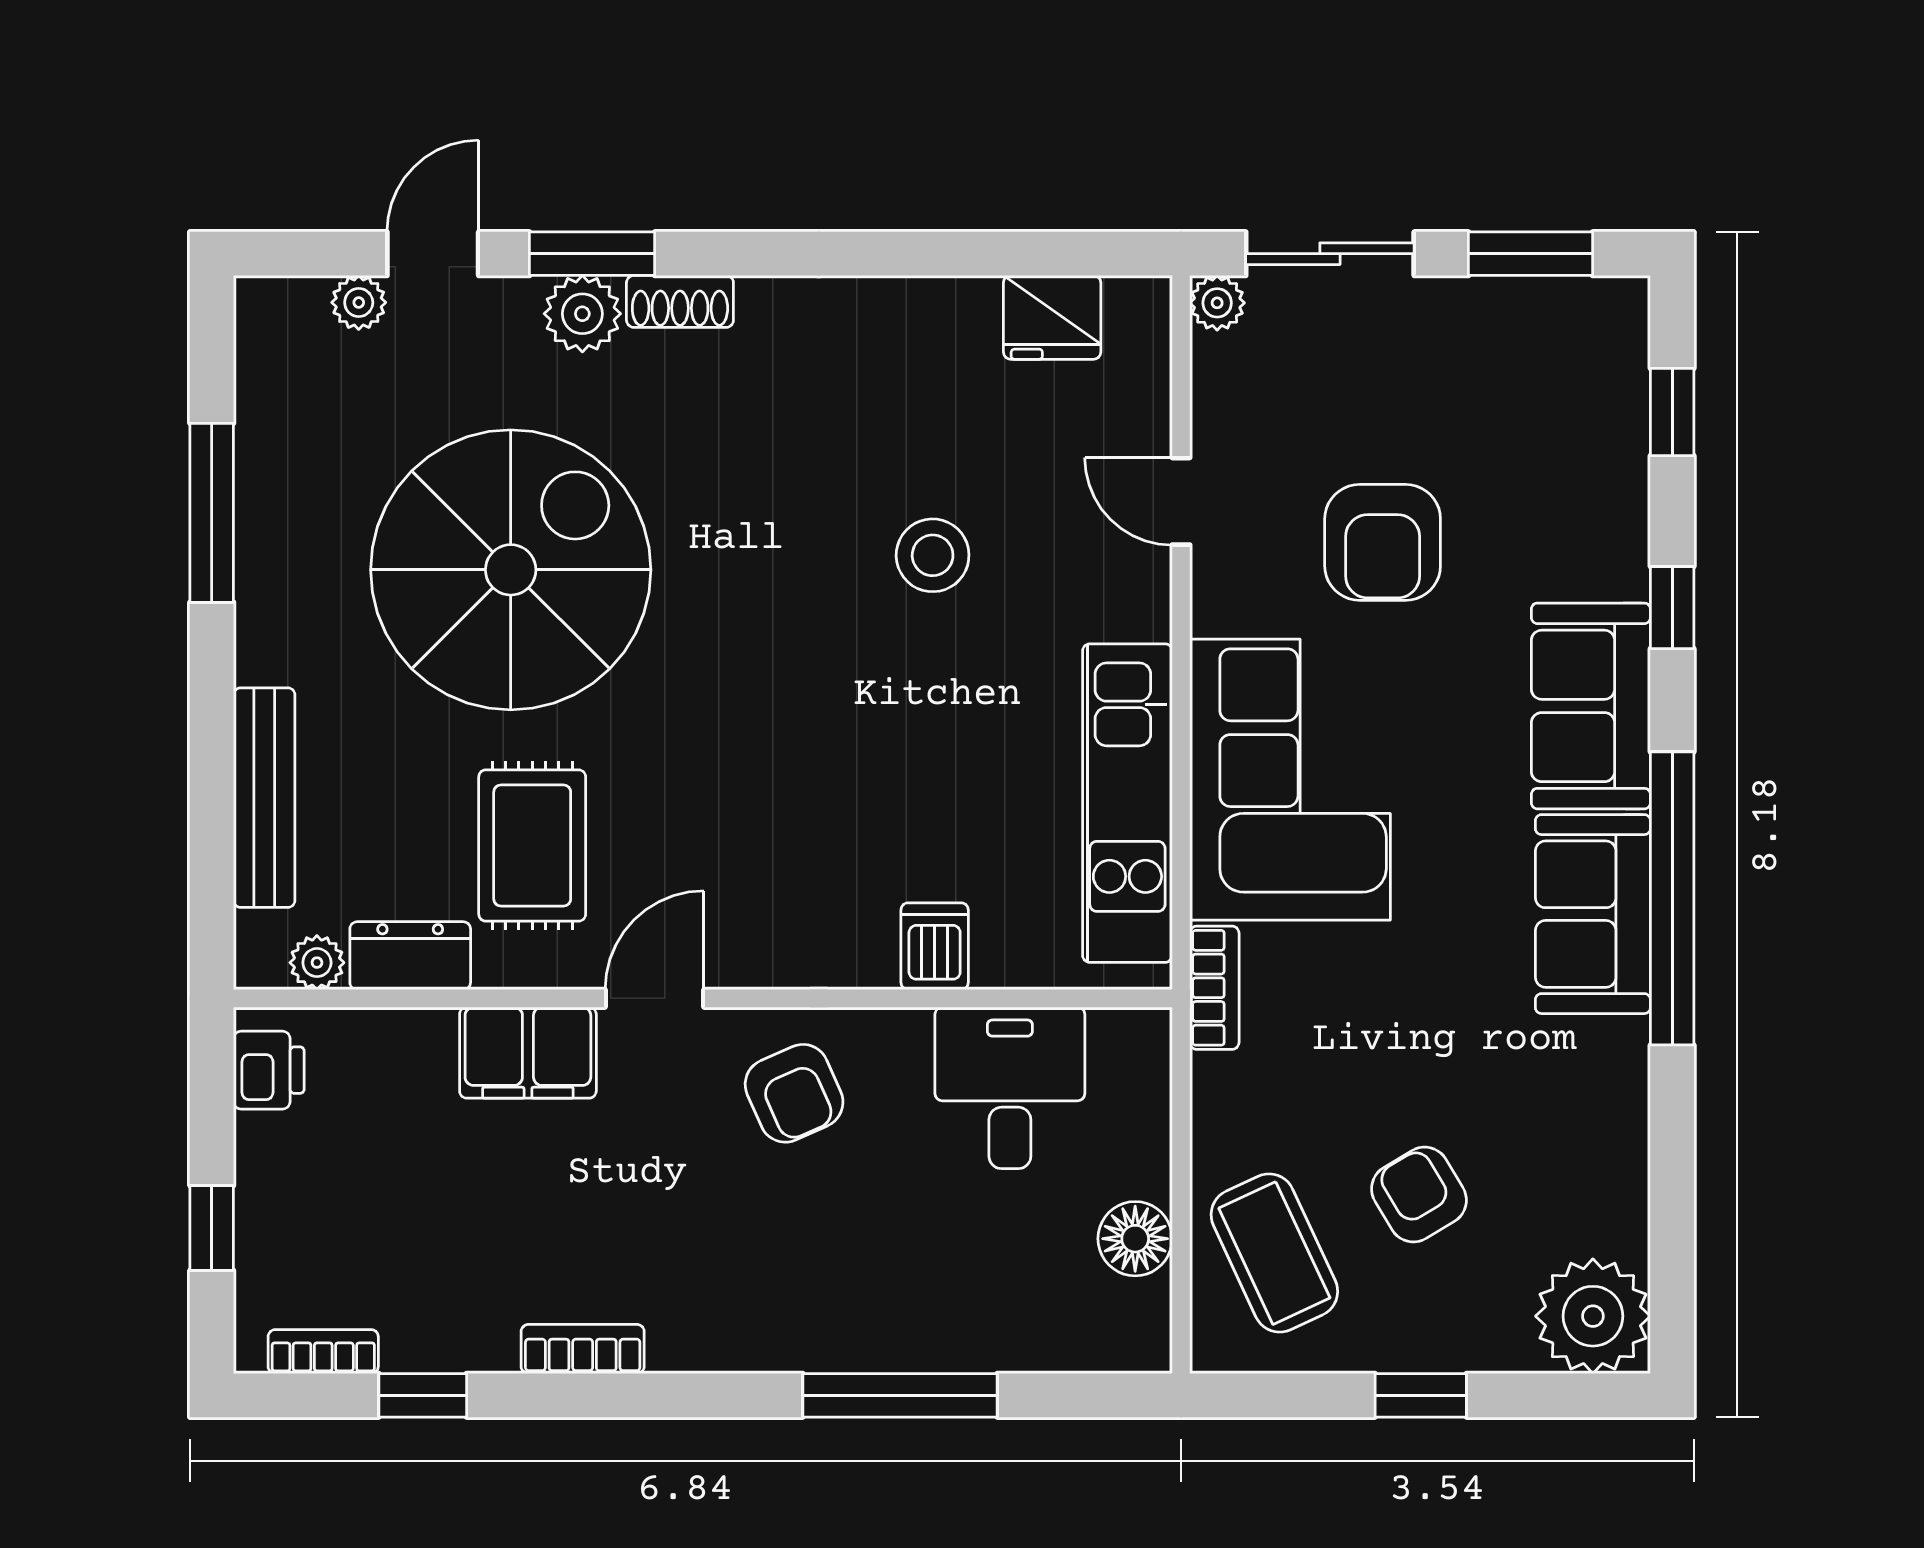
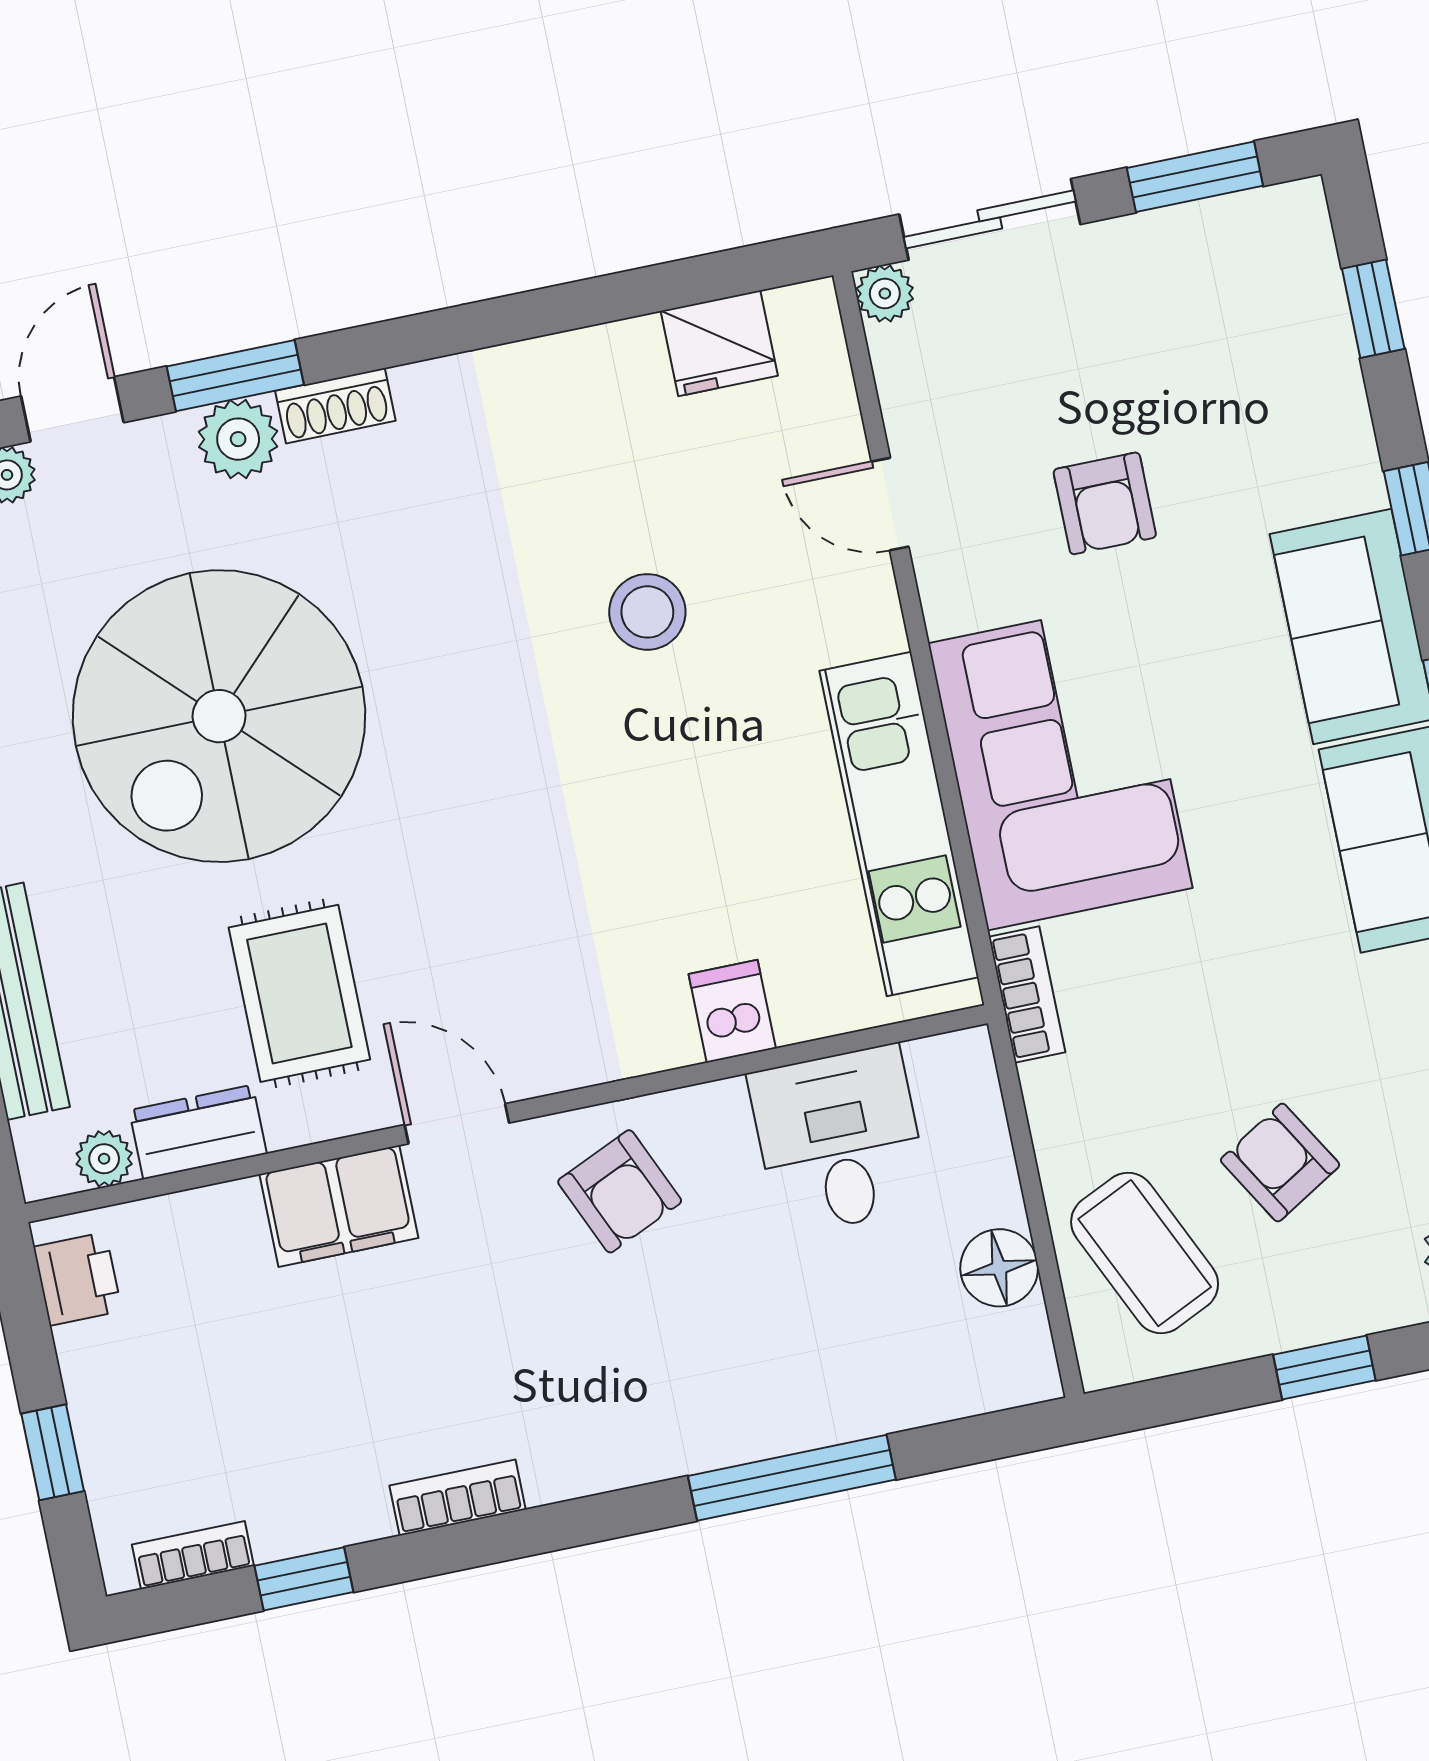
armchair: (1383, 542) -> (1105, 503), width x0.72, depth x0.72
spiral stairs: (511, 570) -> (219, 716), turned 180
door: (655, 998) -> (457, 1124), hinge flipped

